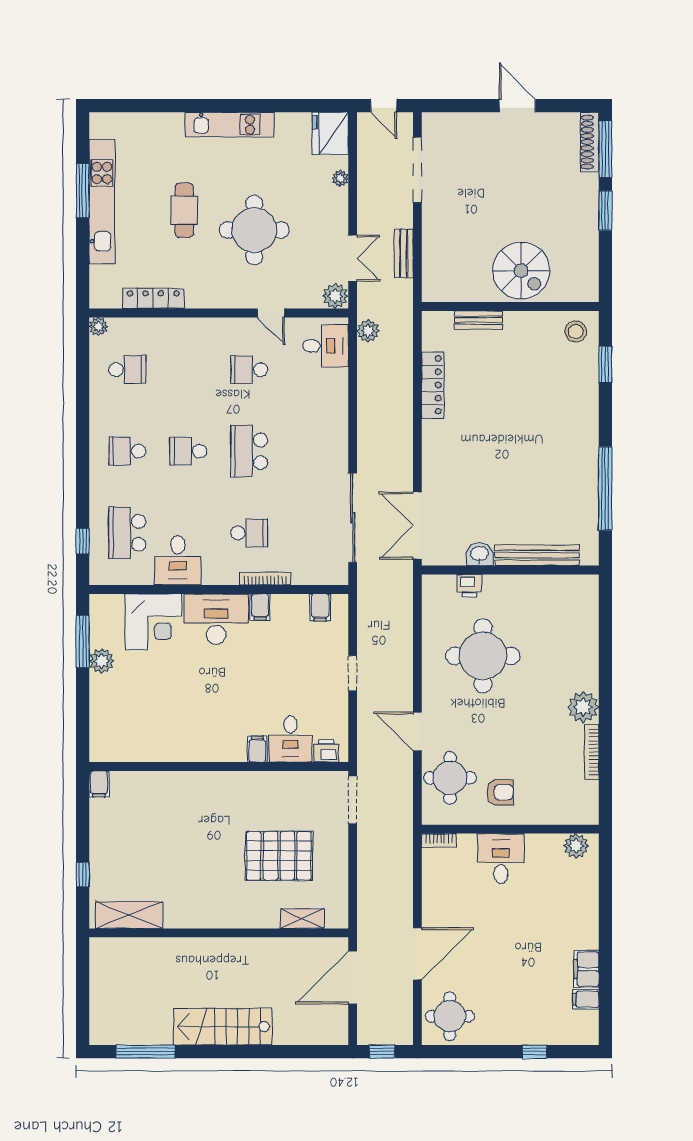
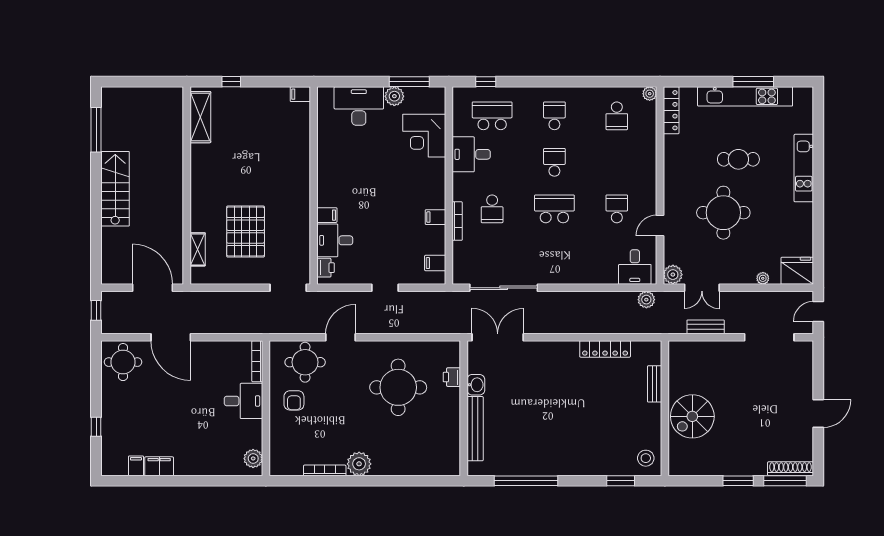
kitchen unit: (230, 125) -> (804, 168), moved
locker: (153, 298) -> (671, 110), moved
desk: (216, 619) -> (359, 106), moved, turned -90
bookcase: (439, 840) -> (257, 361), width x1.56

